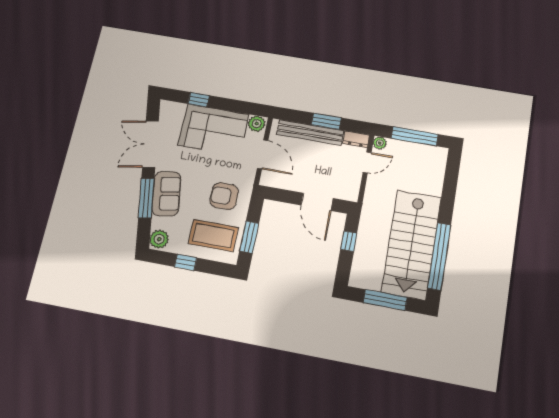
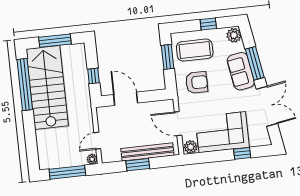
dresser: (356, 139) -> (111, 157), removed

